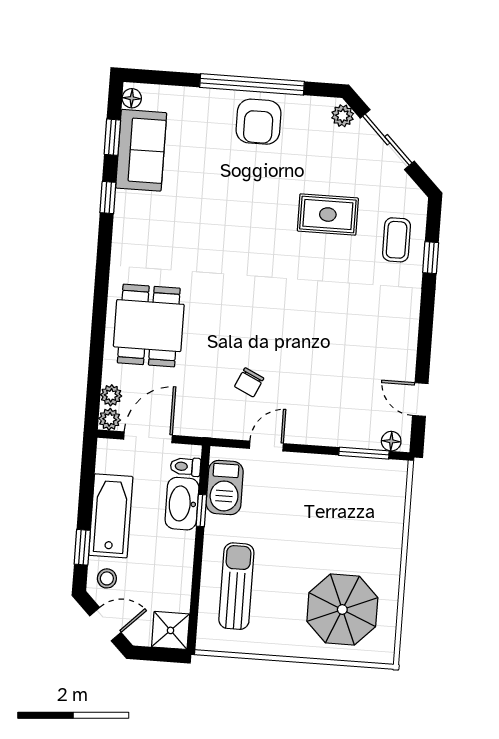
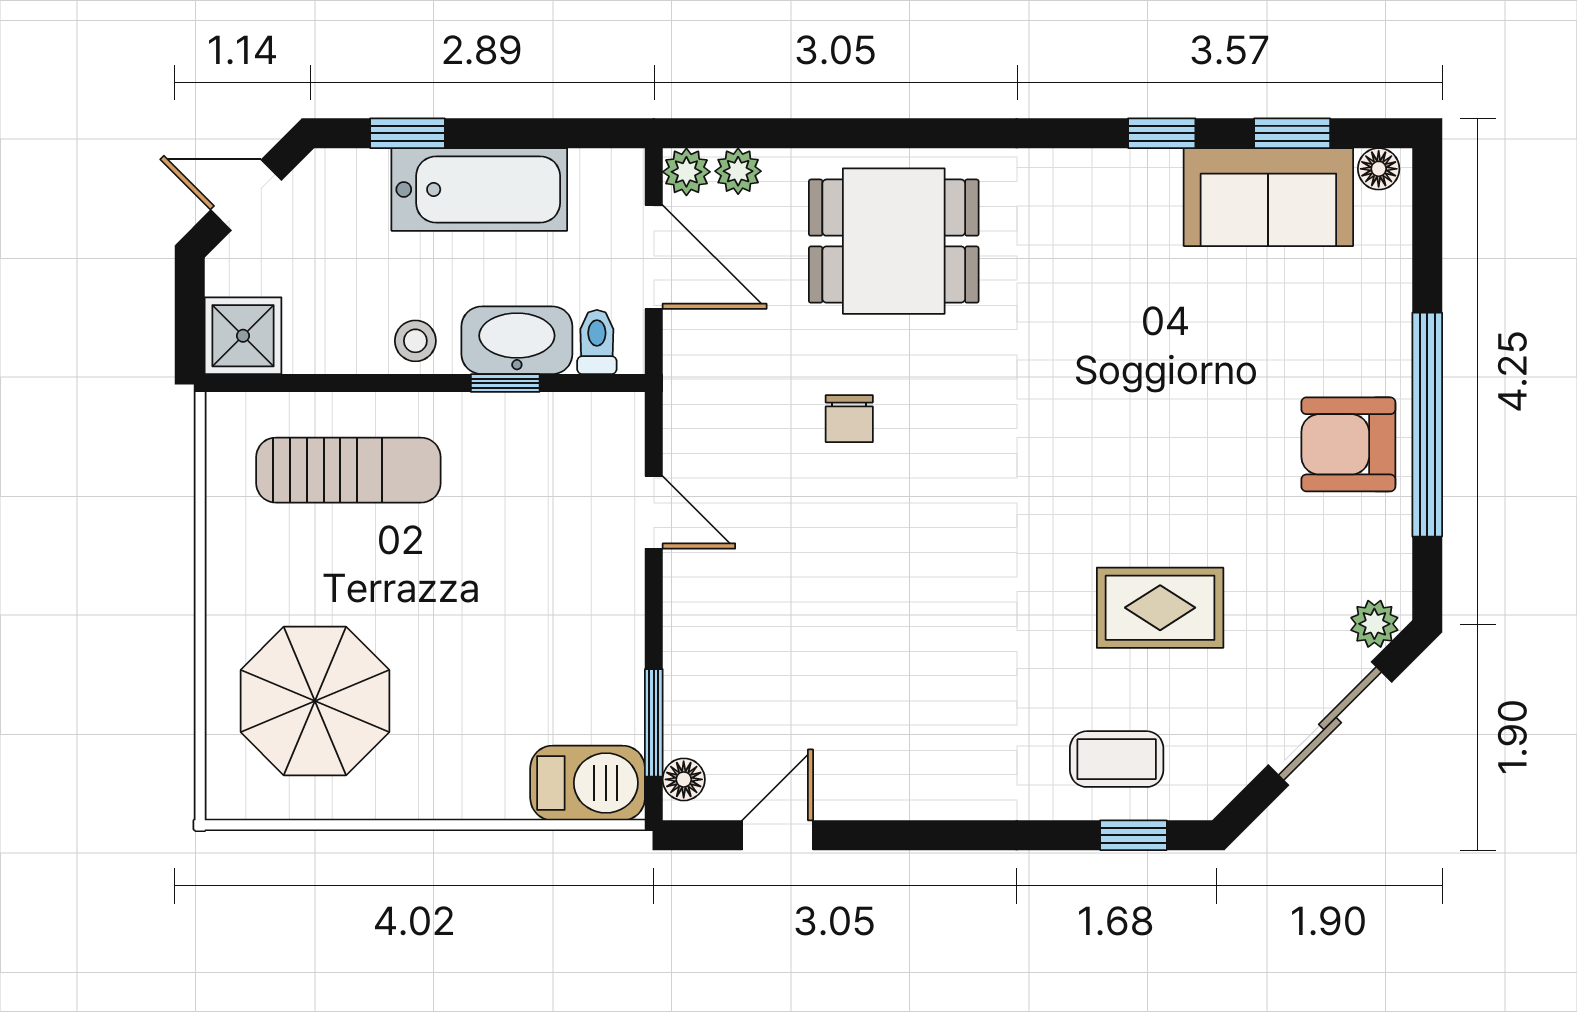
rug: (328, 215) -> (1160, 608), turned 90
window: (431, 258) -> (1133, 835), moved
chair: (249, 382) -> (849, 419), moved, turned -115
barbecue: (225, 487) -> (588, 783), moved, turned 180
stool: (107, 578) -> (415, 341), moved
door: (105, 624) -> (246, 195), swing flipped

